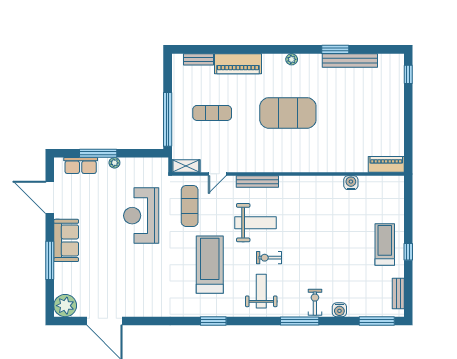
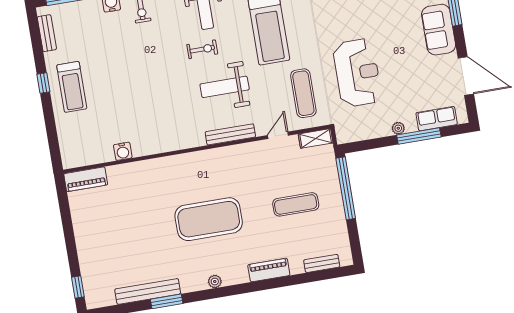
piano: (238, 64) -> (269, 270), width x0.73, depth x0.75

